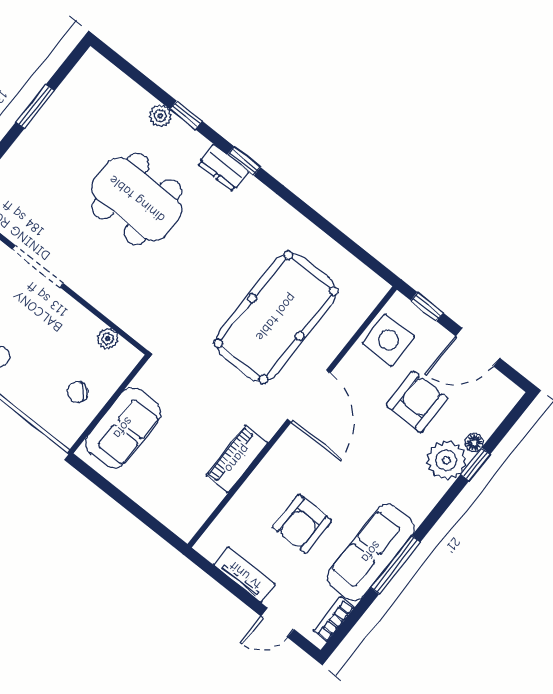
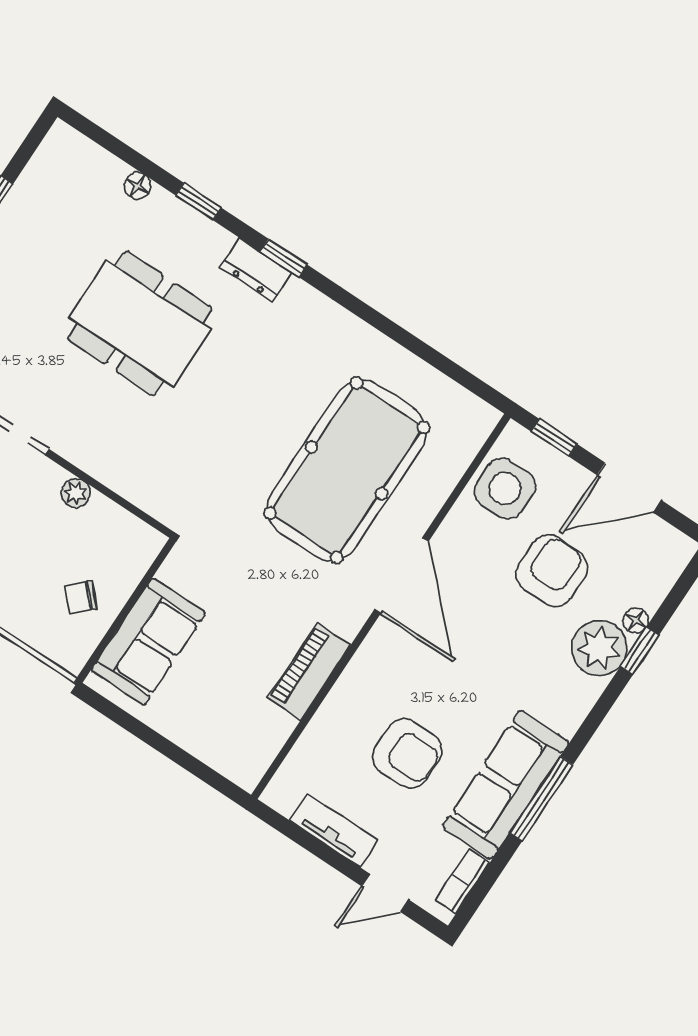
floor lamp: (143, 100) -> (138, 186), added
plant: (160, 116) -> (163, 205), removed
plant: (108, 339) -> (76, 493), moved
armchair: (302, 524) -> (407, 753), turned -90

